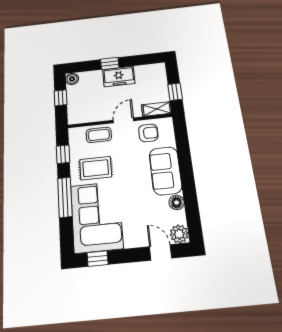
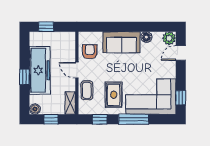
freezer: (119, 76) -> (40, 70), width x1.91, depth x1.26
window: (175, 92) -> (46, 27), moved
shelving: (157, 109) -> (70, 103), moved

